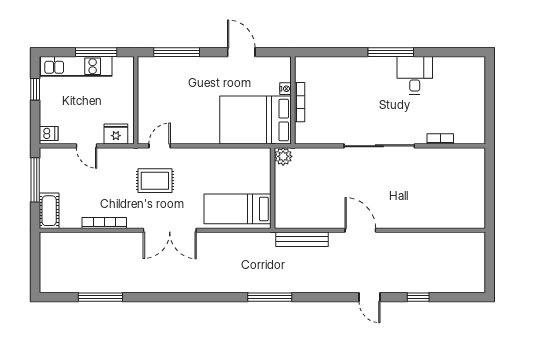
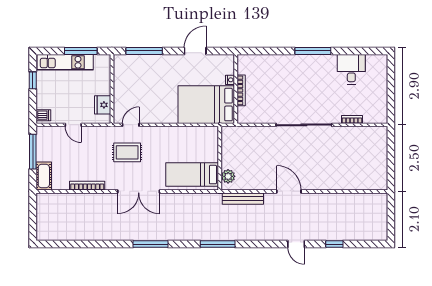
door: (241, 52) -> (195, 51), hinge flipped
desk: (415, 75) -> (351, 69), moved
fridge: (116, 134) -> (103, 105), moved, turned -90
plant: (283, 156) -> (228, 176), moved
window: (100, 297) -> (151, 244), moved

